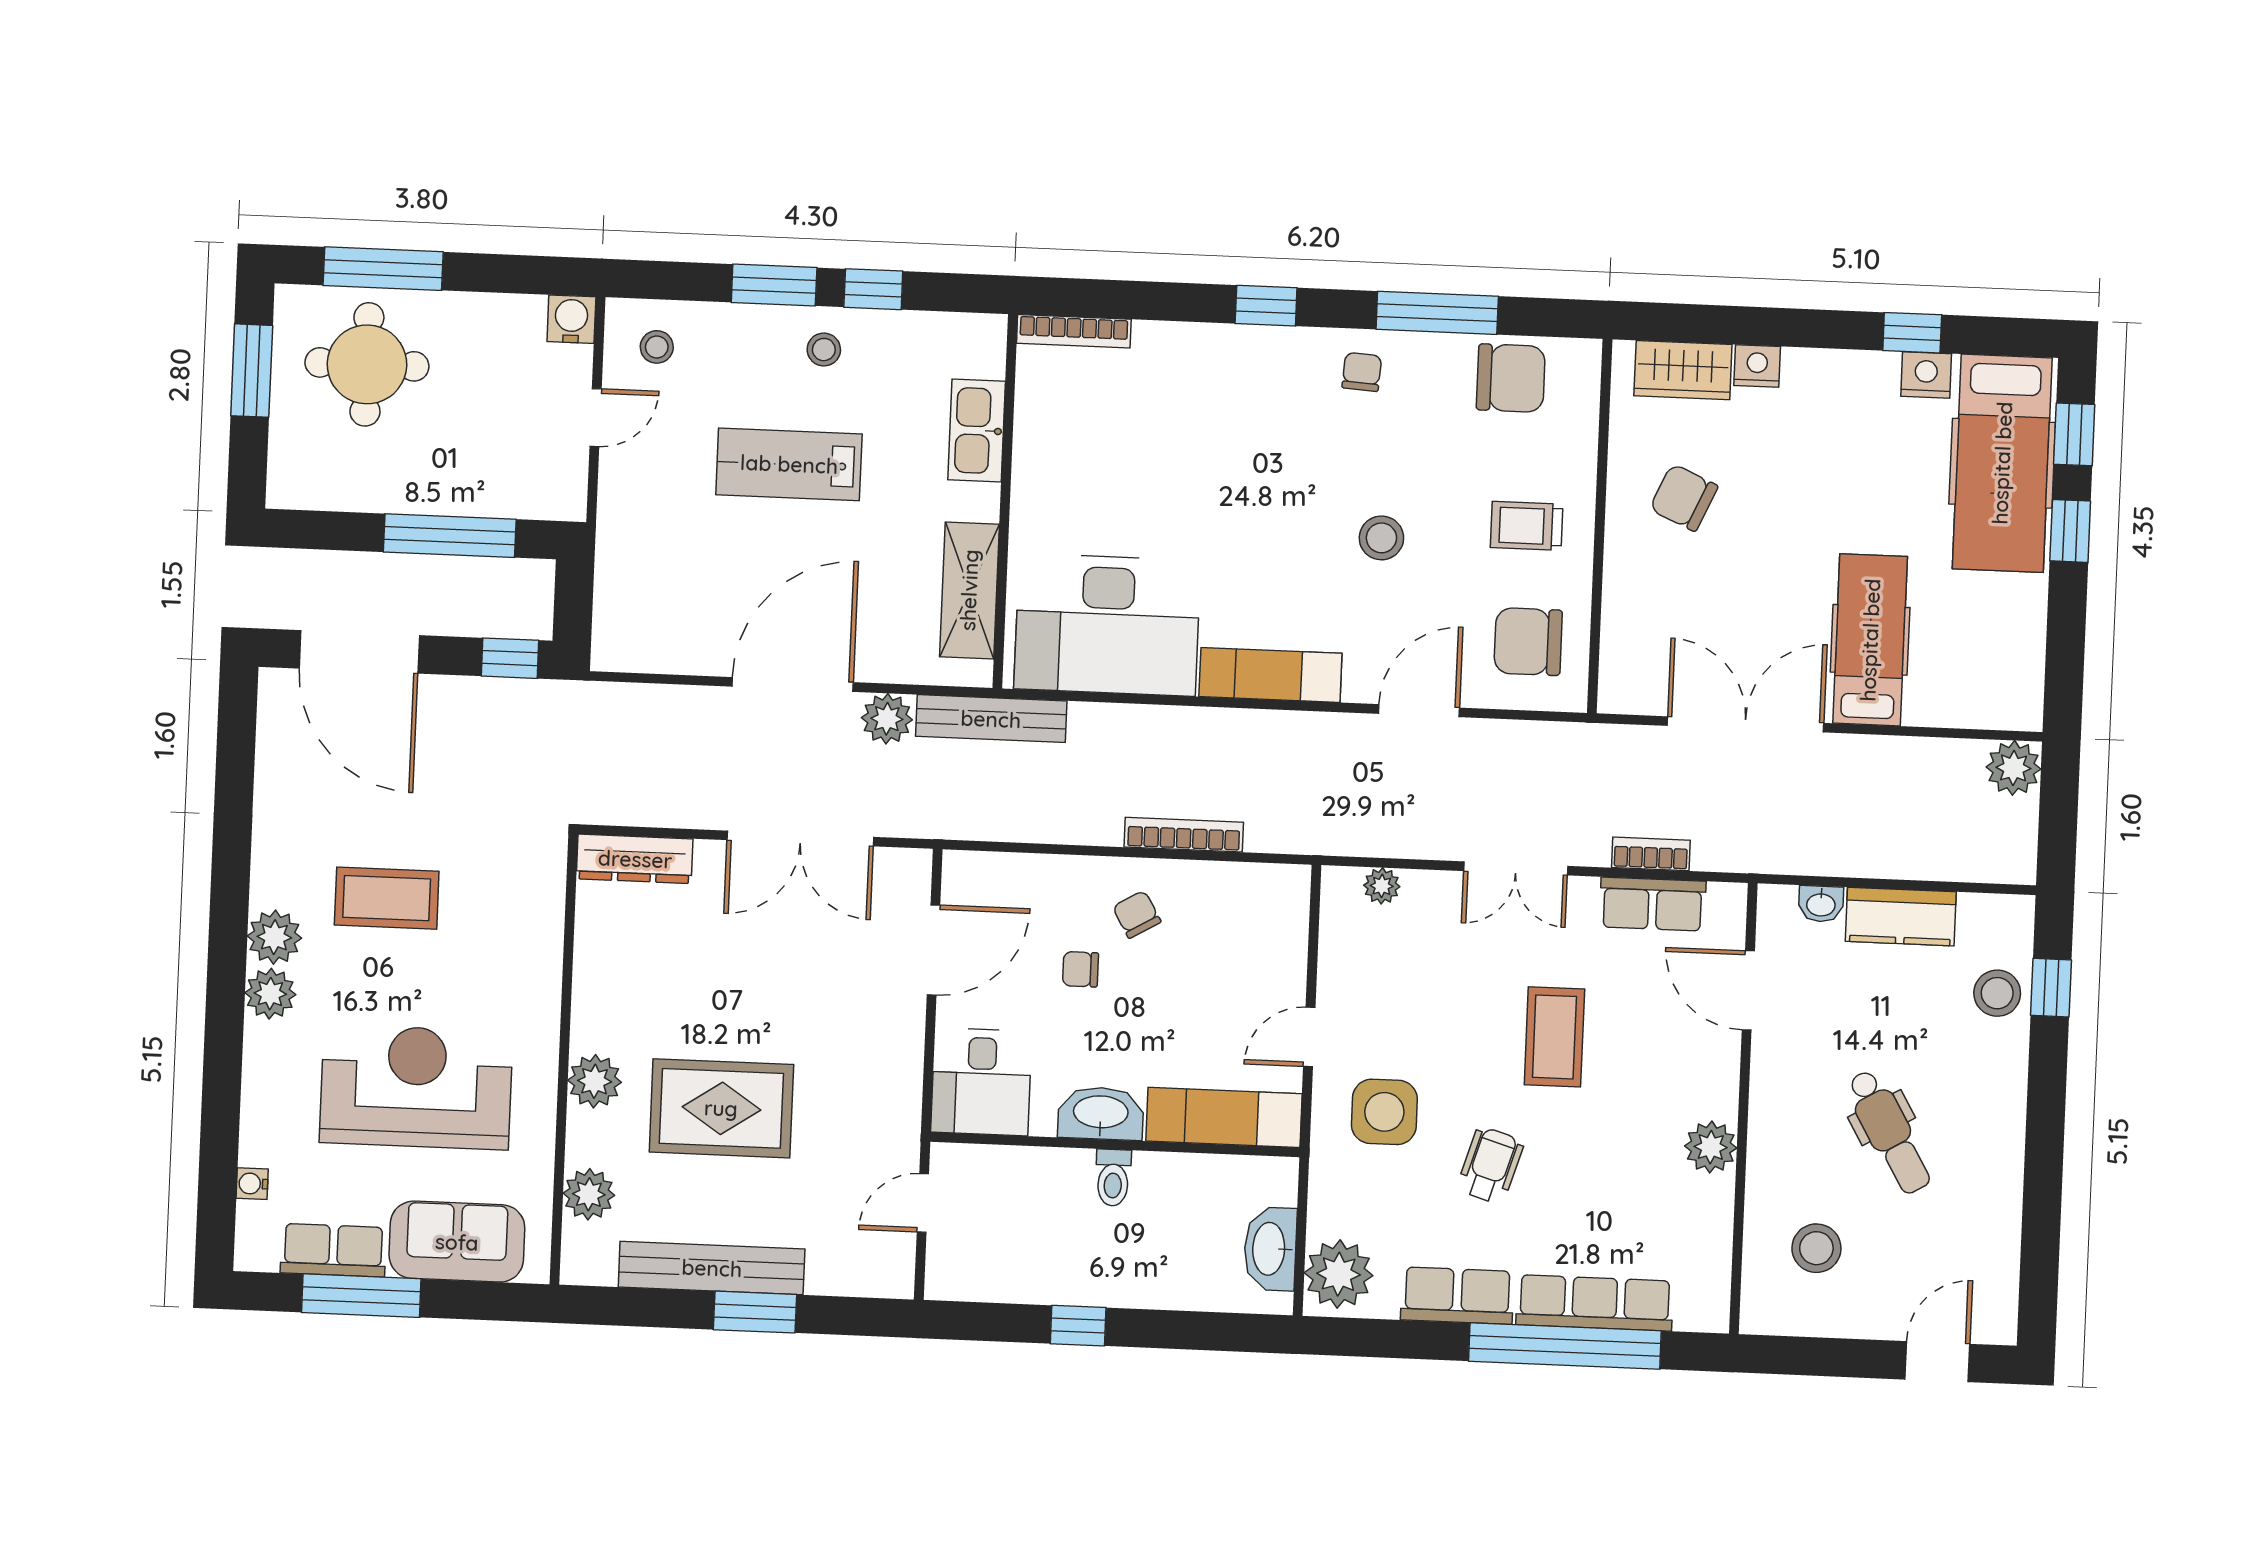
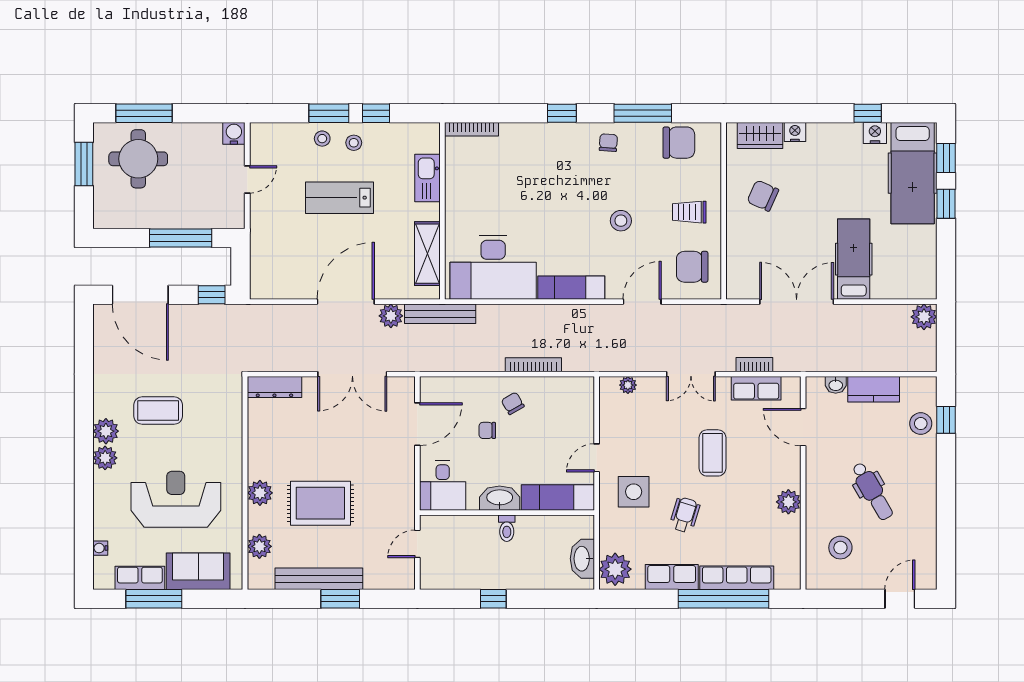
stool: (657, 347) -> (322, 139), moved

